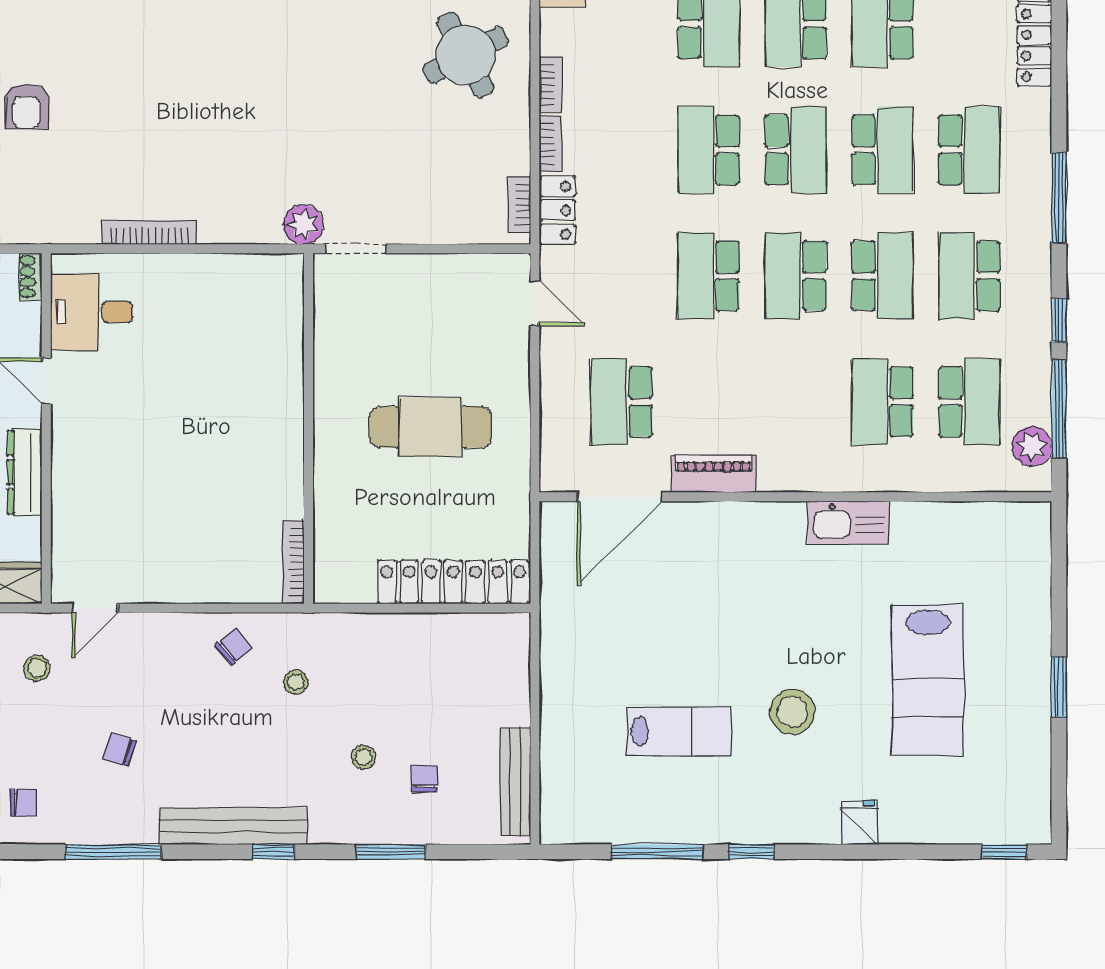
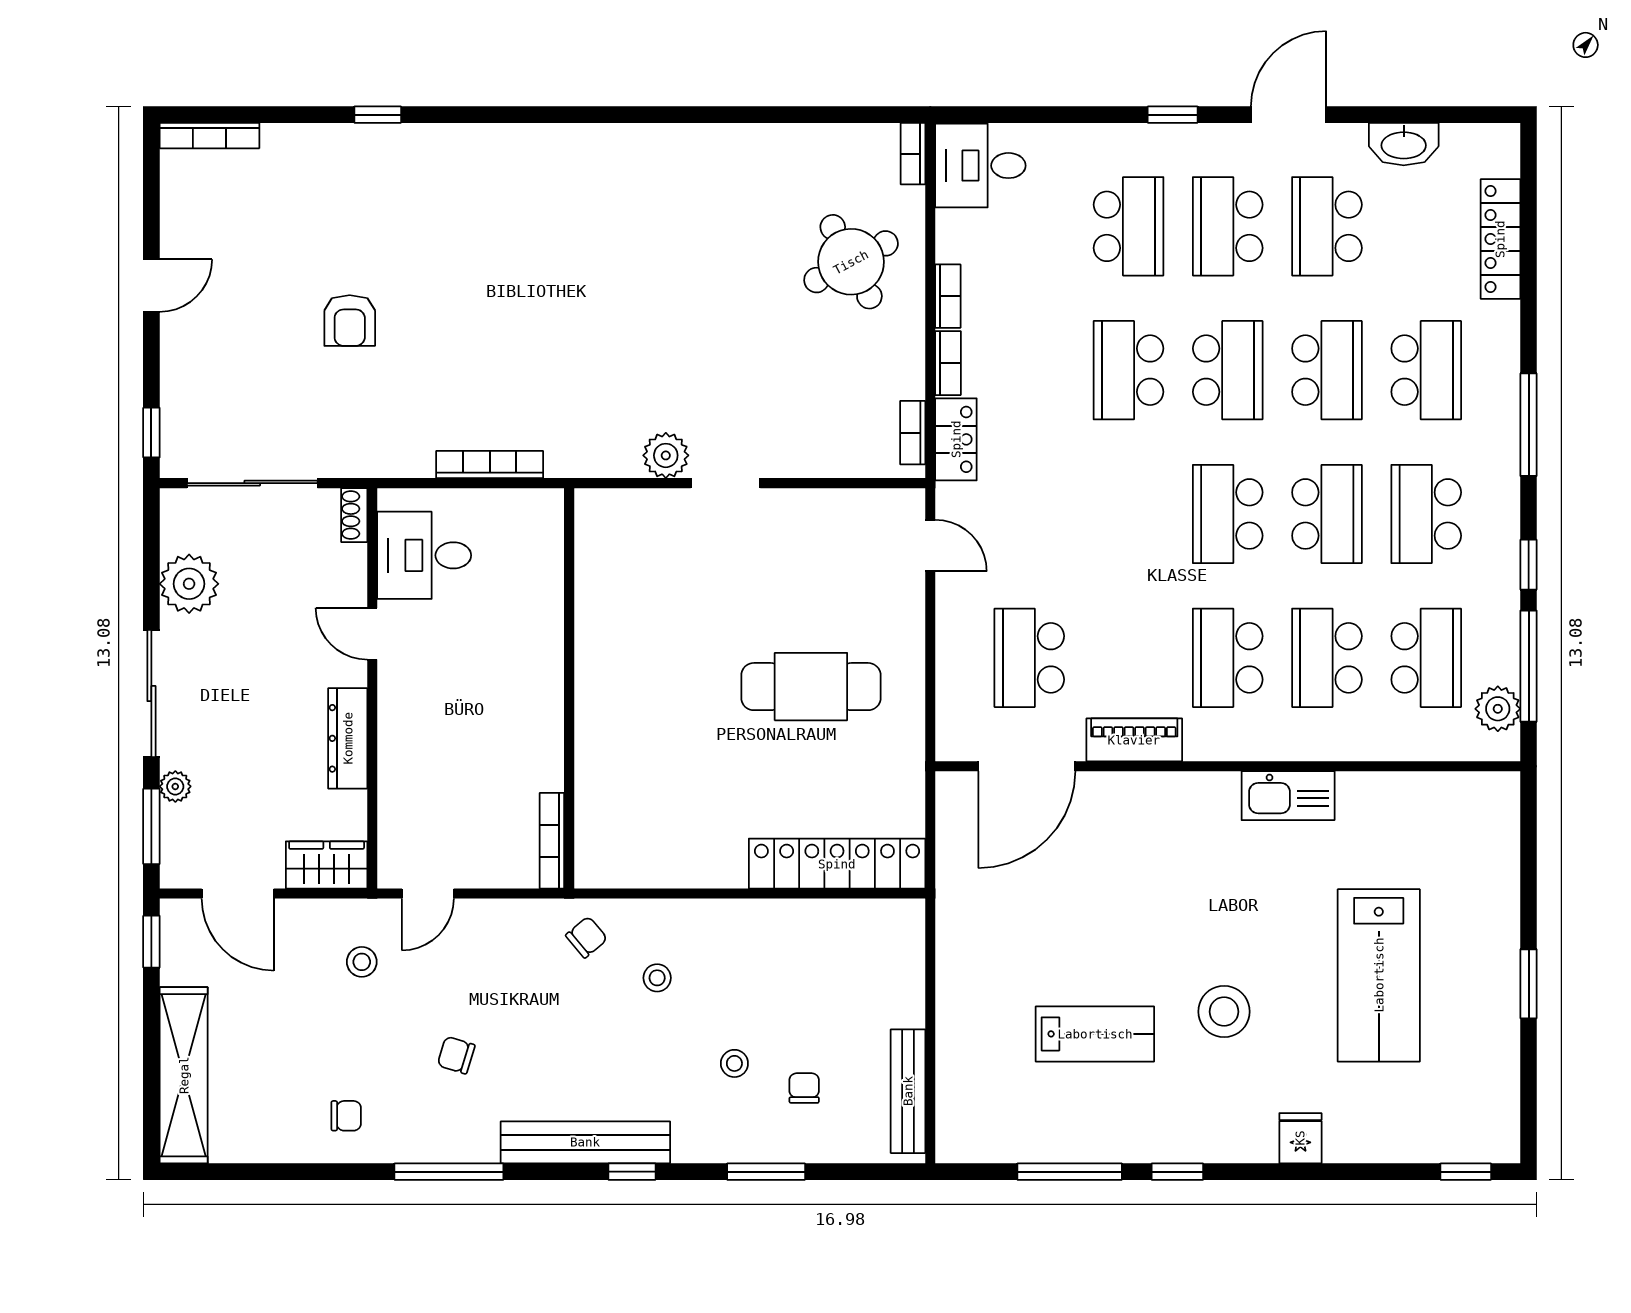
school desk: (709, 276) -> (1228, 658), moved
wall: (309, 428) -> (569, 688), moved
bookcase: (293, 562) -> (552, 841), moved

